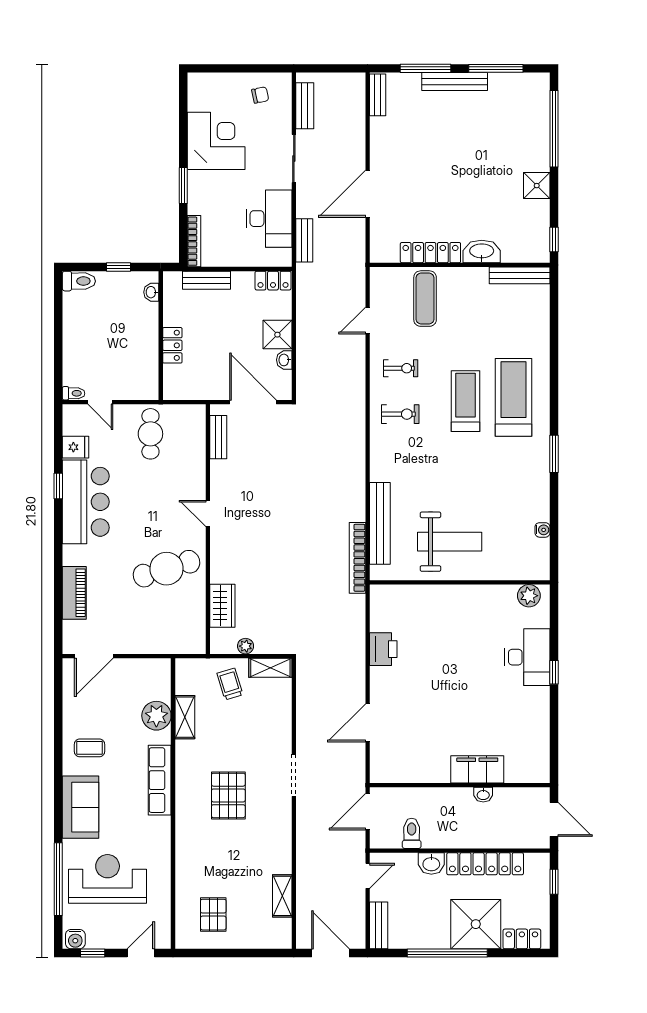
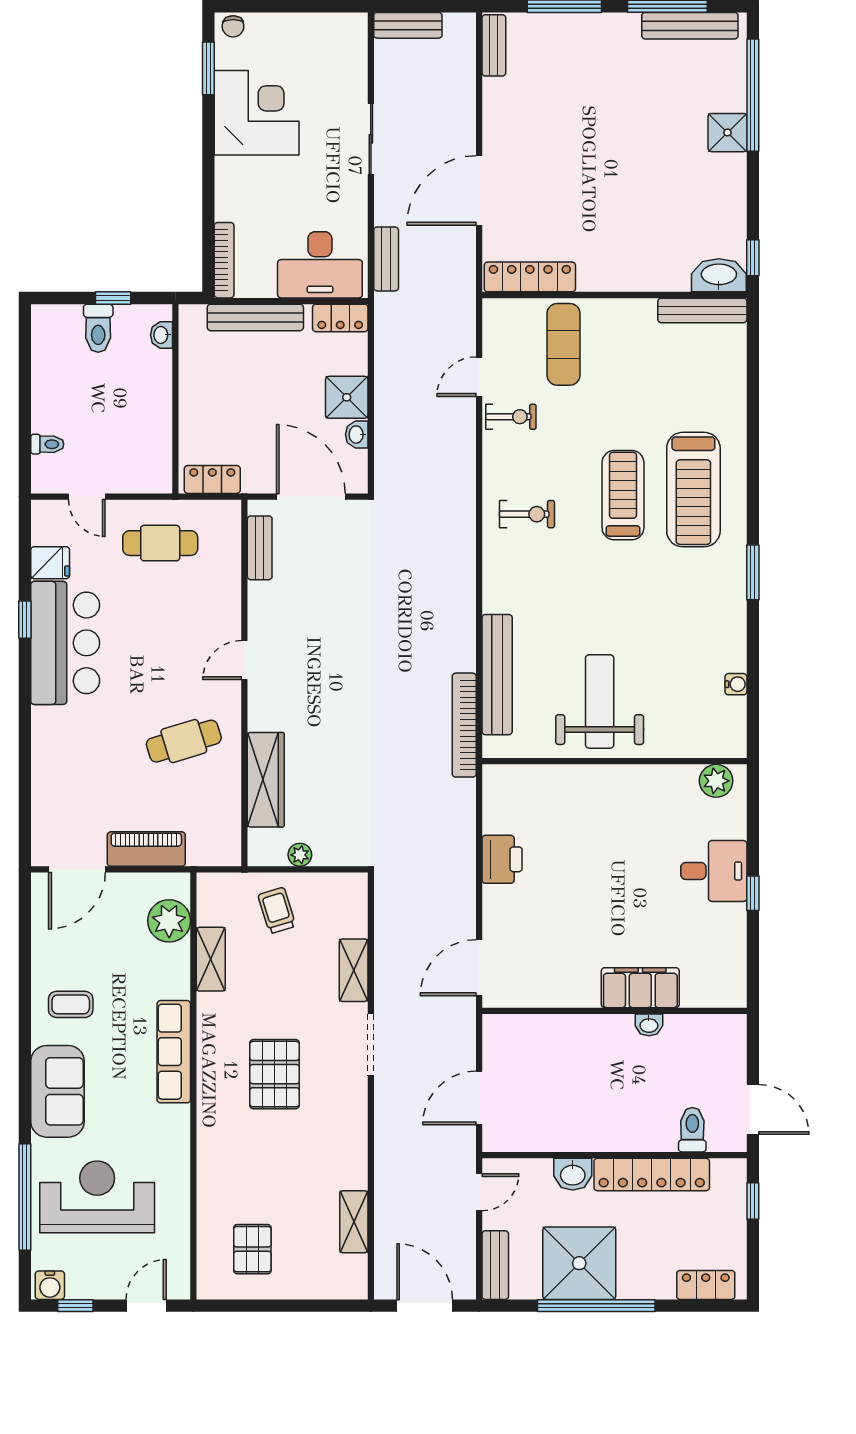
bench: (455, 82) -> (690, 26), moved
chair: (260, 95) -> (233, 26), moved, turned 102
bench: (305, 106) -> (408, 25), moved, turned 90
window: (183, 185) -> (208, 68), moved
shower: (537, 186) -> (728, 133), moved
desk: (269, 219) -> (320, 265), moved, turned 90
washbasin: (482, 252) -> (719, 275), moved
locker: (430, 253) -> (530, 277), moved
bench: (207, 280) -> (255, 317), width x1.36
toilet: (79, 281) -> (98, 328), moved, turned 90
locker: (172, 345) -> (212, 479), moved, turned -90
exercise bike: (401, 368) -> (511, 417), moved
toilet: (74, 393) -> (47, 444), moved
treadmill: (513, 397) -> (693, 490), turned 180
cafe table: (150, 434) -> (160, 543), turned 90
door: (208, 514) -> (244, 660), hinge flipped
weight bench: (450, 542) -> (600, 701), turned -90
cafe table: (167, 569) -> (184, 741), width x0.73, depth x0.74
piano: (74, 593) -> (146, 849), moved, turned -90
wardrobe: (222, 606) -> (266, 780), width x1.50
desk: (527, 657) -> (714, 871), width x0.73
shelving: (270, 668) -> (354, 970), moved, turned 90
plant: (156, 716) -> (169, 921), moved
filing cabinet: (477, 769) -> (640, 988), moved
wall: (460, 785) -> (614, 1011), moved
washbasin: (483, 795) -> (649, 1025), moved
toilet: (412, 833) -> (692, 1130), moved
shower: (476, 924) -> (579, 1263), moved

